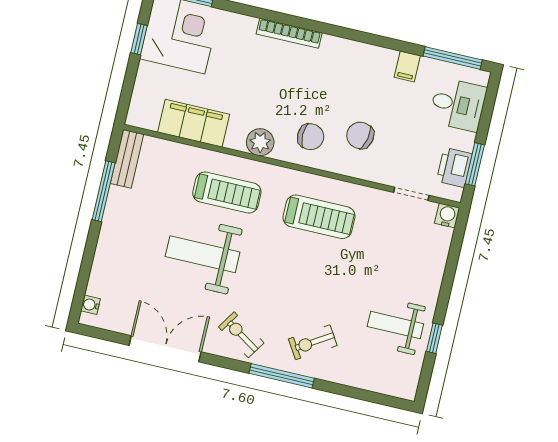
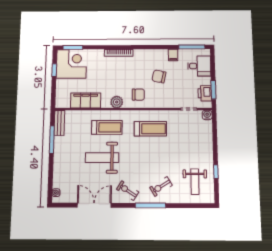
chair: (360, 135) -> (159, 76), moved
weight bench: (395, 325) -> (195, 182), moved, turned -90

